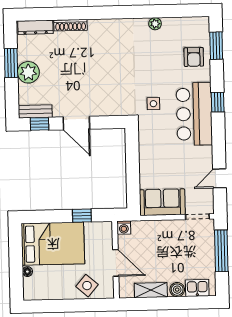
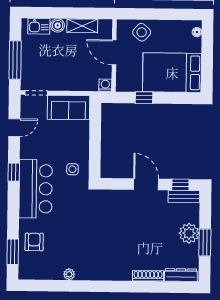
window: (218, 102) -> (14, 172), moved
side table: (153, 104) -> (72, 169), moved
floor lamp: (27, 272) -> (197, 32), moved

